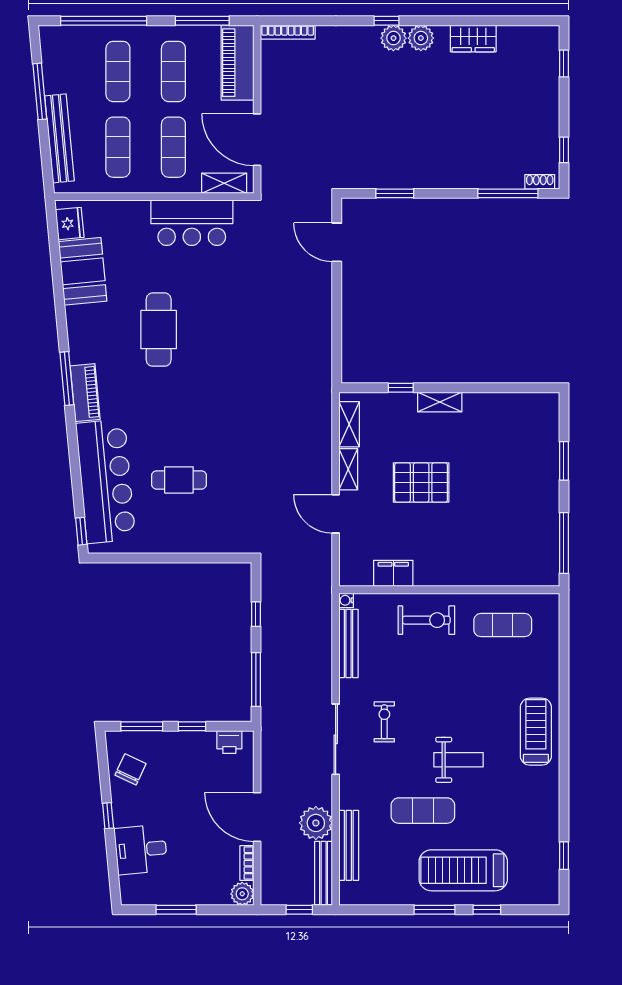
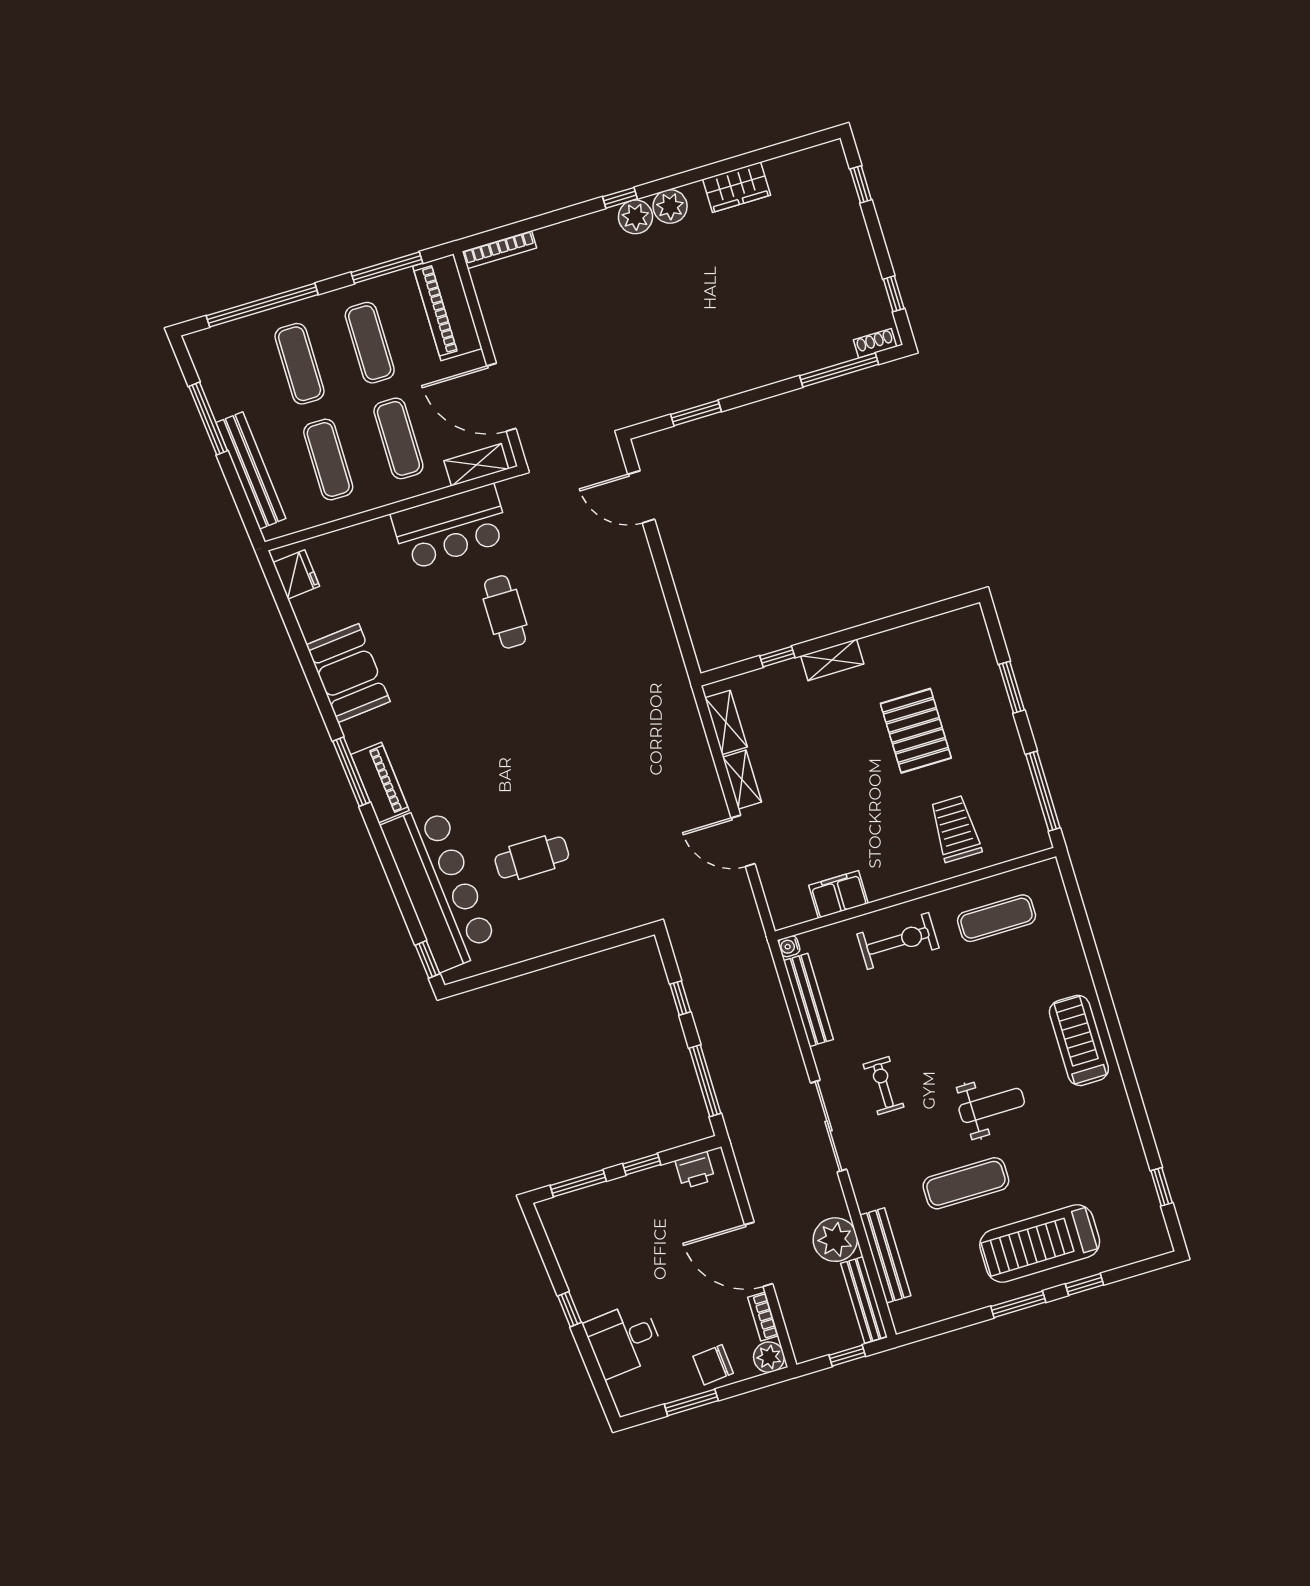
booth: (83, 271) -> (348, 673), moved
cafe table: (159, 330) -> (505, 612), moved, width x0.73, depth x0.74
pallet: (421, 483) -> (916, 731), moved, turned 90
trolley: (492, 551) -> (955, 829), added
chair: (130, 769) -> (713, 1365), moved, turned -120

